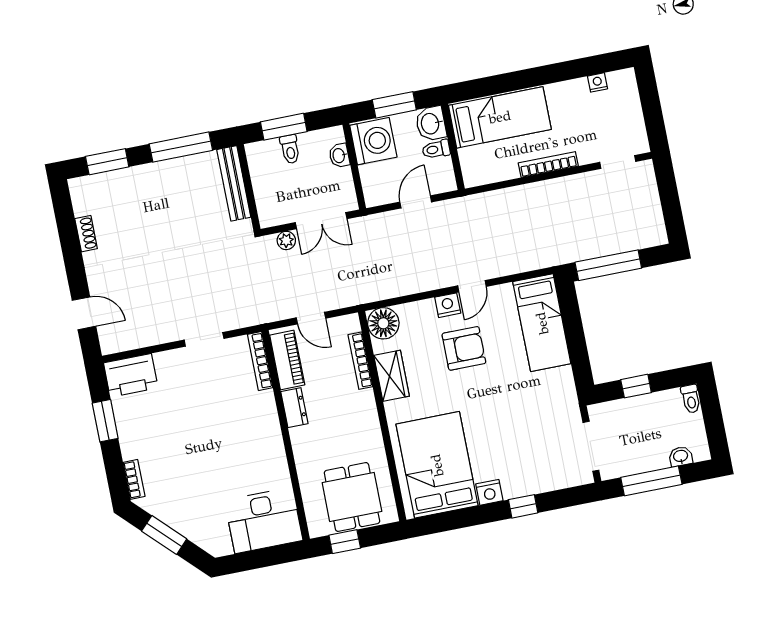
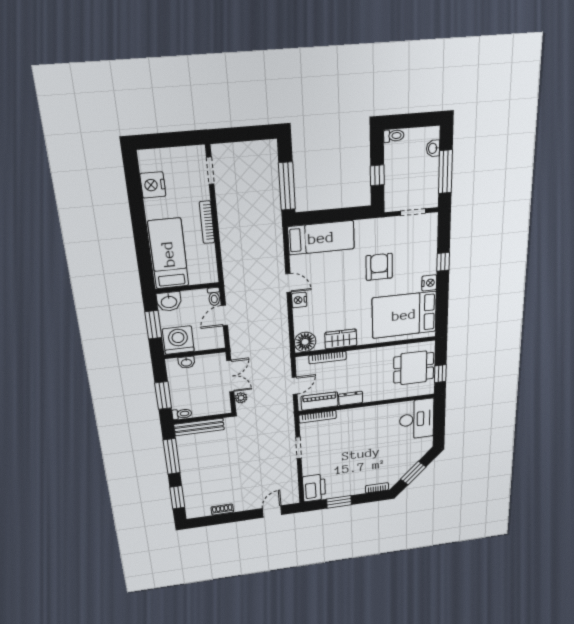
nightstand: (597, 82) -> (153, 185), width x1.89, depth x1.79
toilet: (290, 149) -> (182, 414), moved
toilet: (436, 149) -> (214, 297), moved
door: (416, 202) -> (224, 316), hinge flipped
armchair: (464, 348) -> (379, 267), moved
doorway: (591, 446) -> (413, 212), width x0.73

